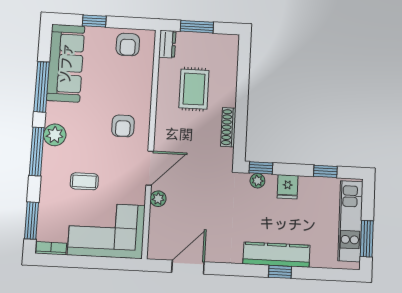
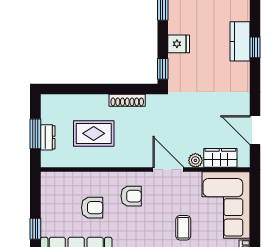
dresser: (167, 44) -> (48, 137), moved, turned 90
armchair: (128, 45) -> (92, 208), moved
plant: (257, 181) -> (175, 71), removed
wardrobe: (159, 227) -> (220, 158), added
kitchen counter: (276, 255) -> (240, 41), width x0.67

